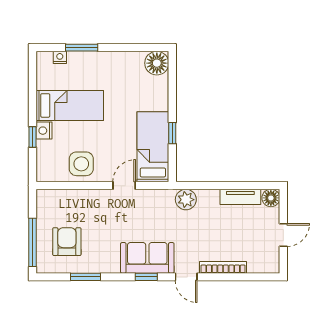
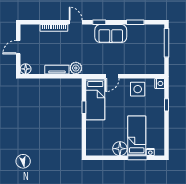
floor lamp: (157, 63) -> (120, 149), moved
bed: (70, 105) -> (137, 136), moved, turned 90
nightstand: (44, 131) -> (160, 83), moved
tv unit: (240, 197) -> (57, 70), moved
armchair: (67, 242) -> (146, 43), removed
sofa: (147, 258) -> (111, 34), moved

